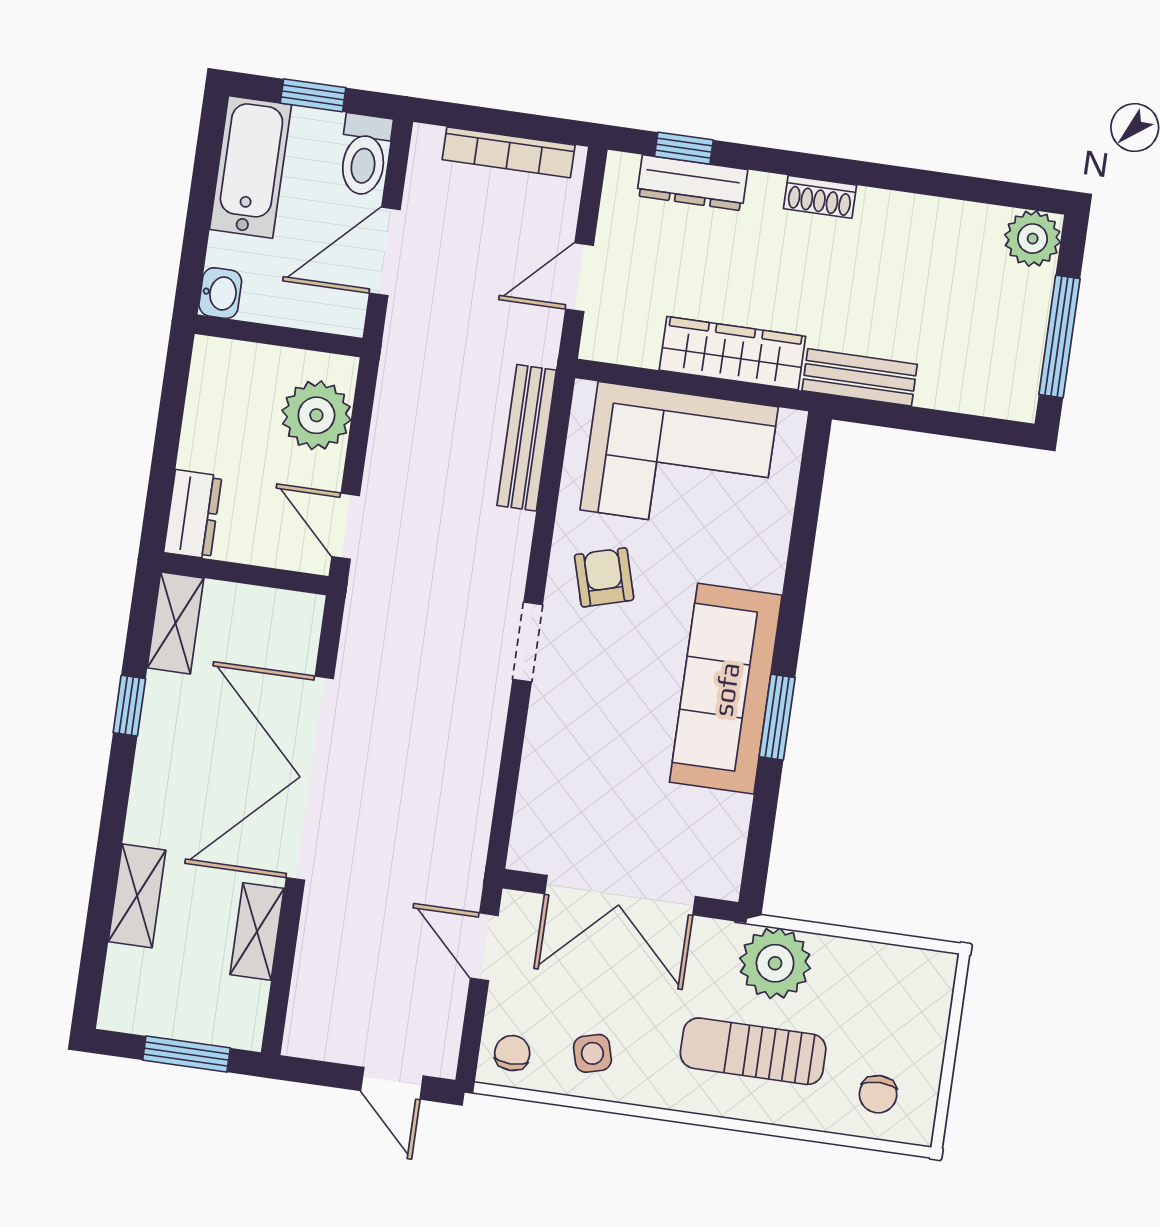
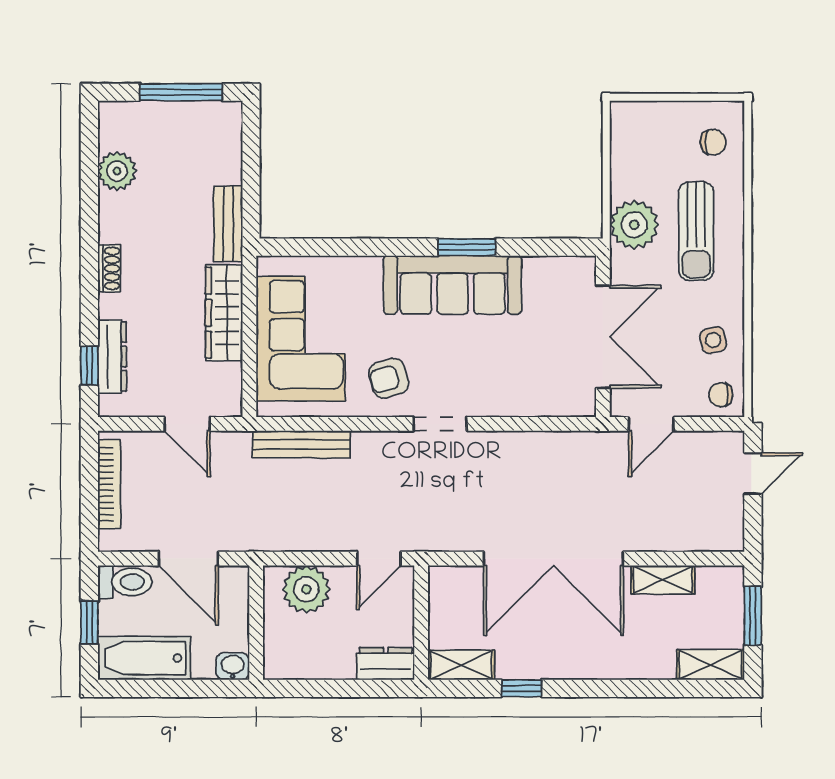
plant: (1033, 239) -> (117, 171), moved
shelving: (137, 896) -> (711, 665), moved

